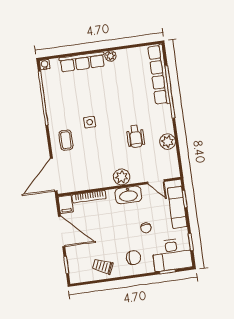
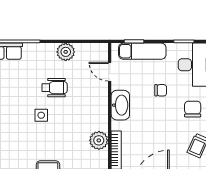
side table: (90, 122) -> (41, 115), moved
plant: (122, 177) -> (99, 140), moved
door: (156, 182) -> (110, 72), swing flipped

